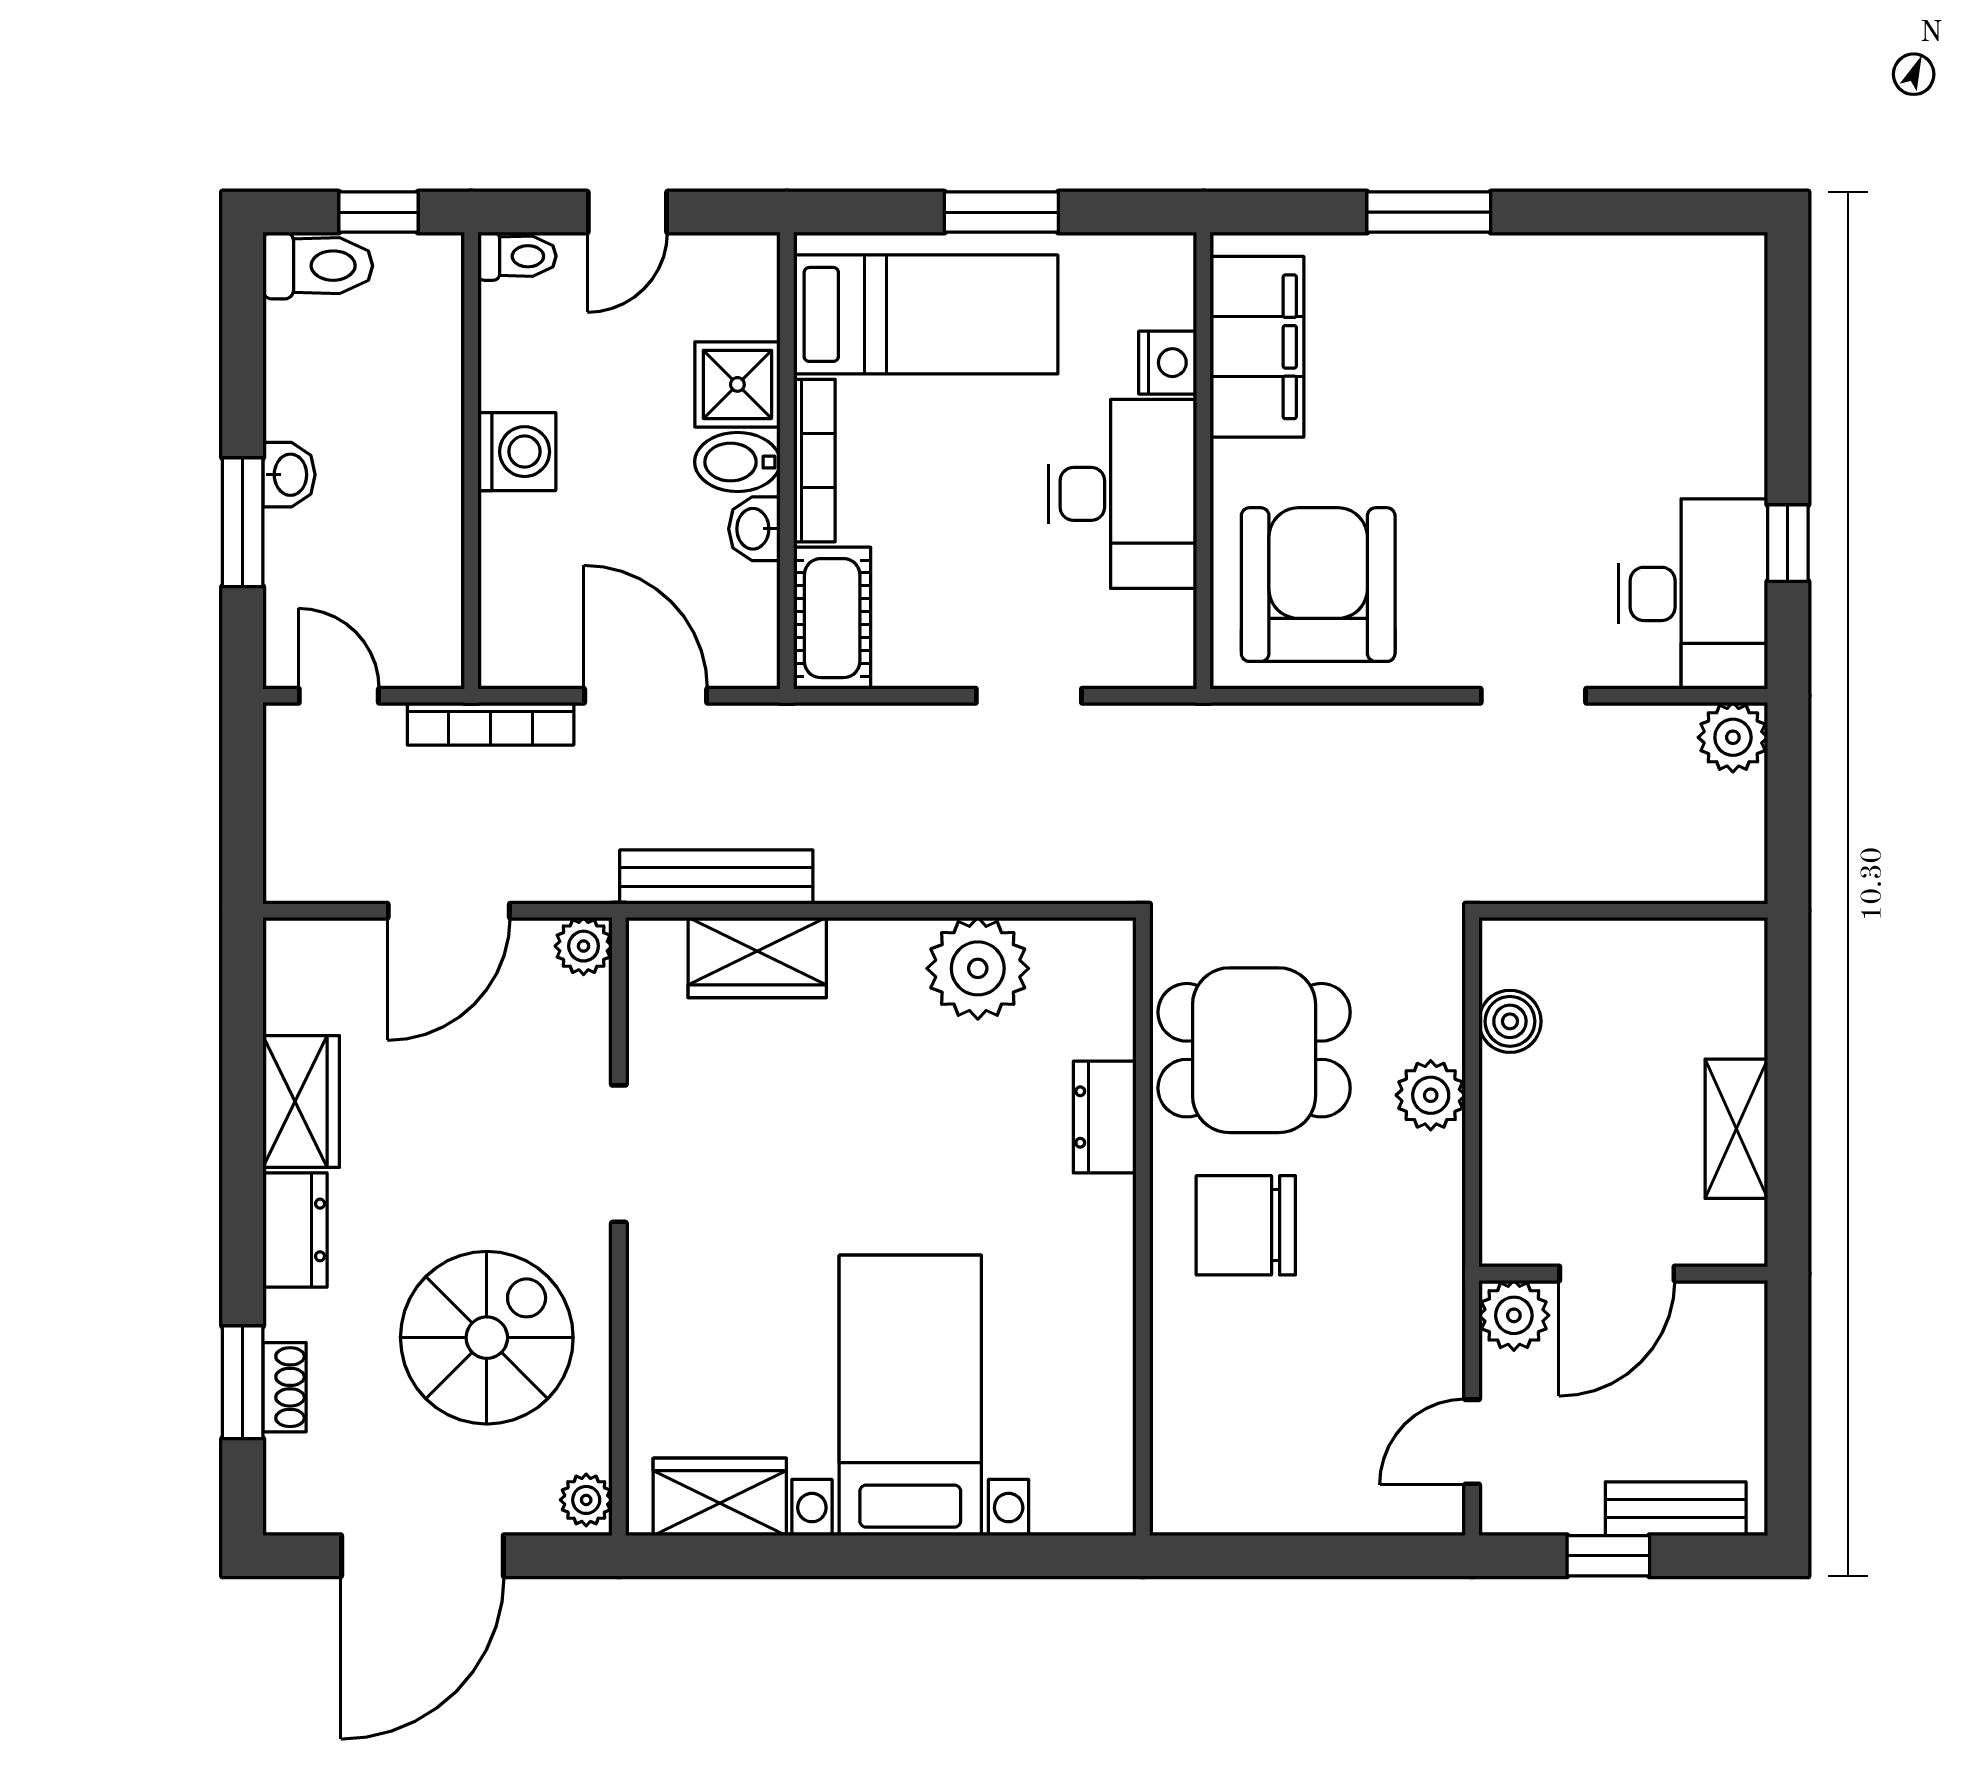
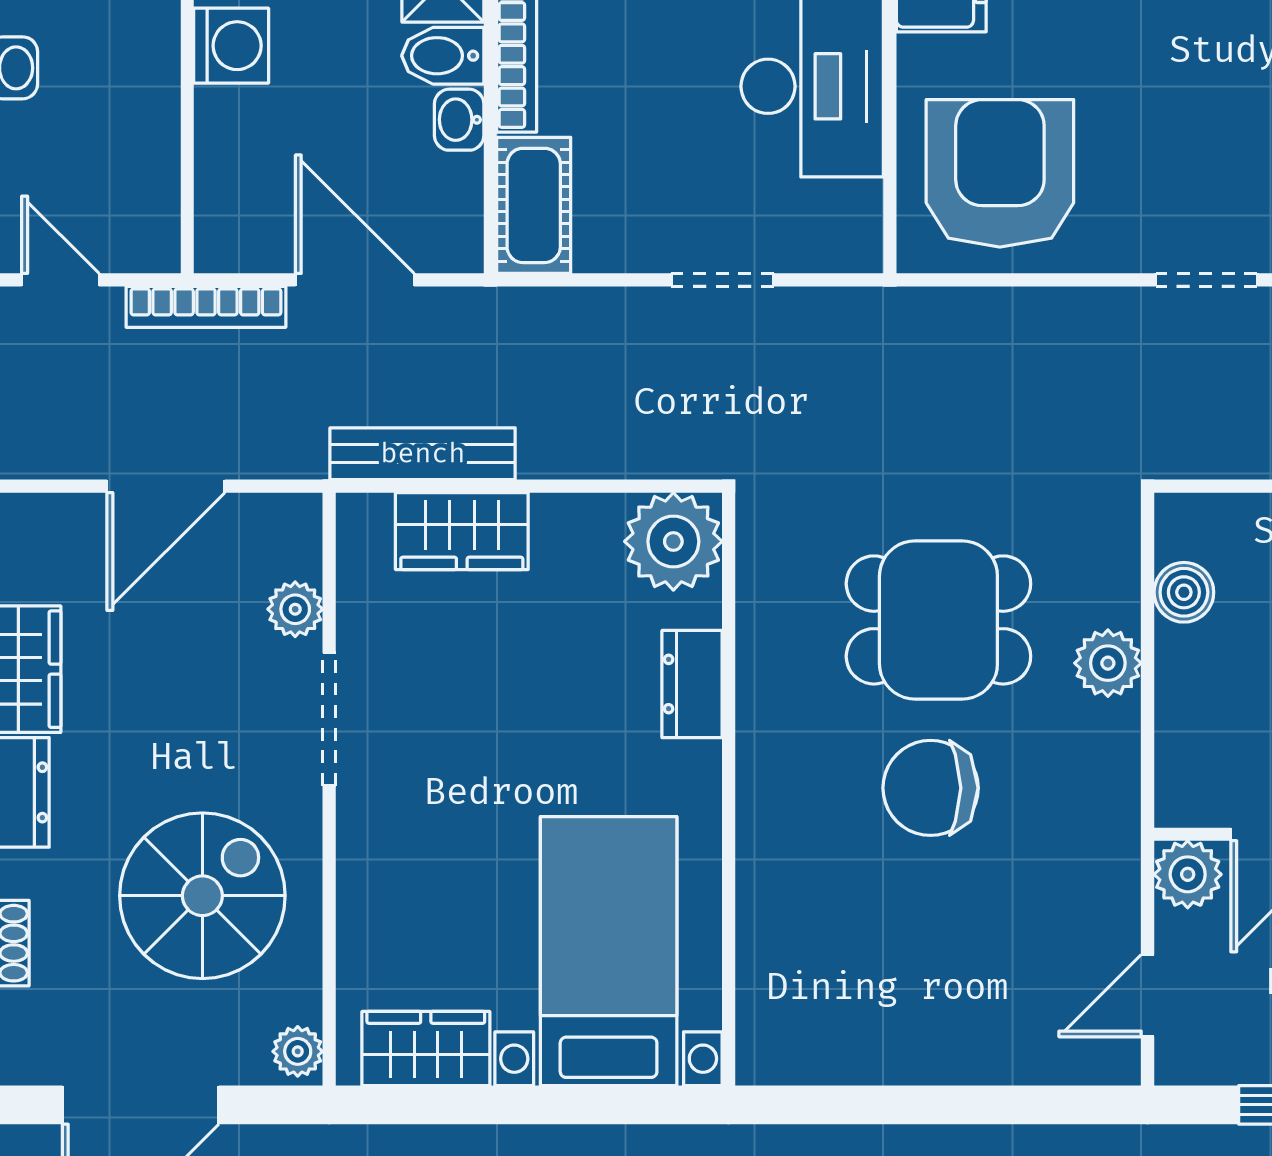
plant: (584, 946) -> (295, 609), moved
dresser: (1105, 1117) -> (692, 684), moved
wall: (1143, 1227) -> (729, 789), moved

